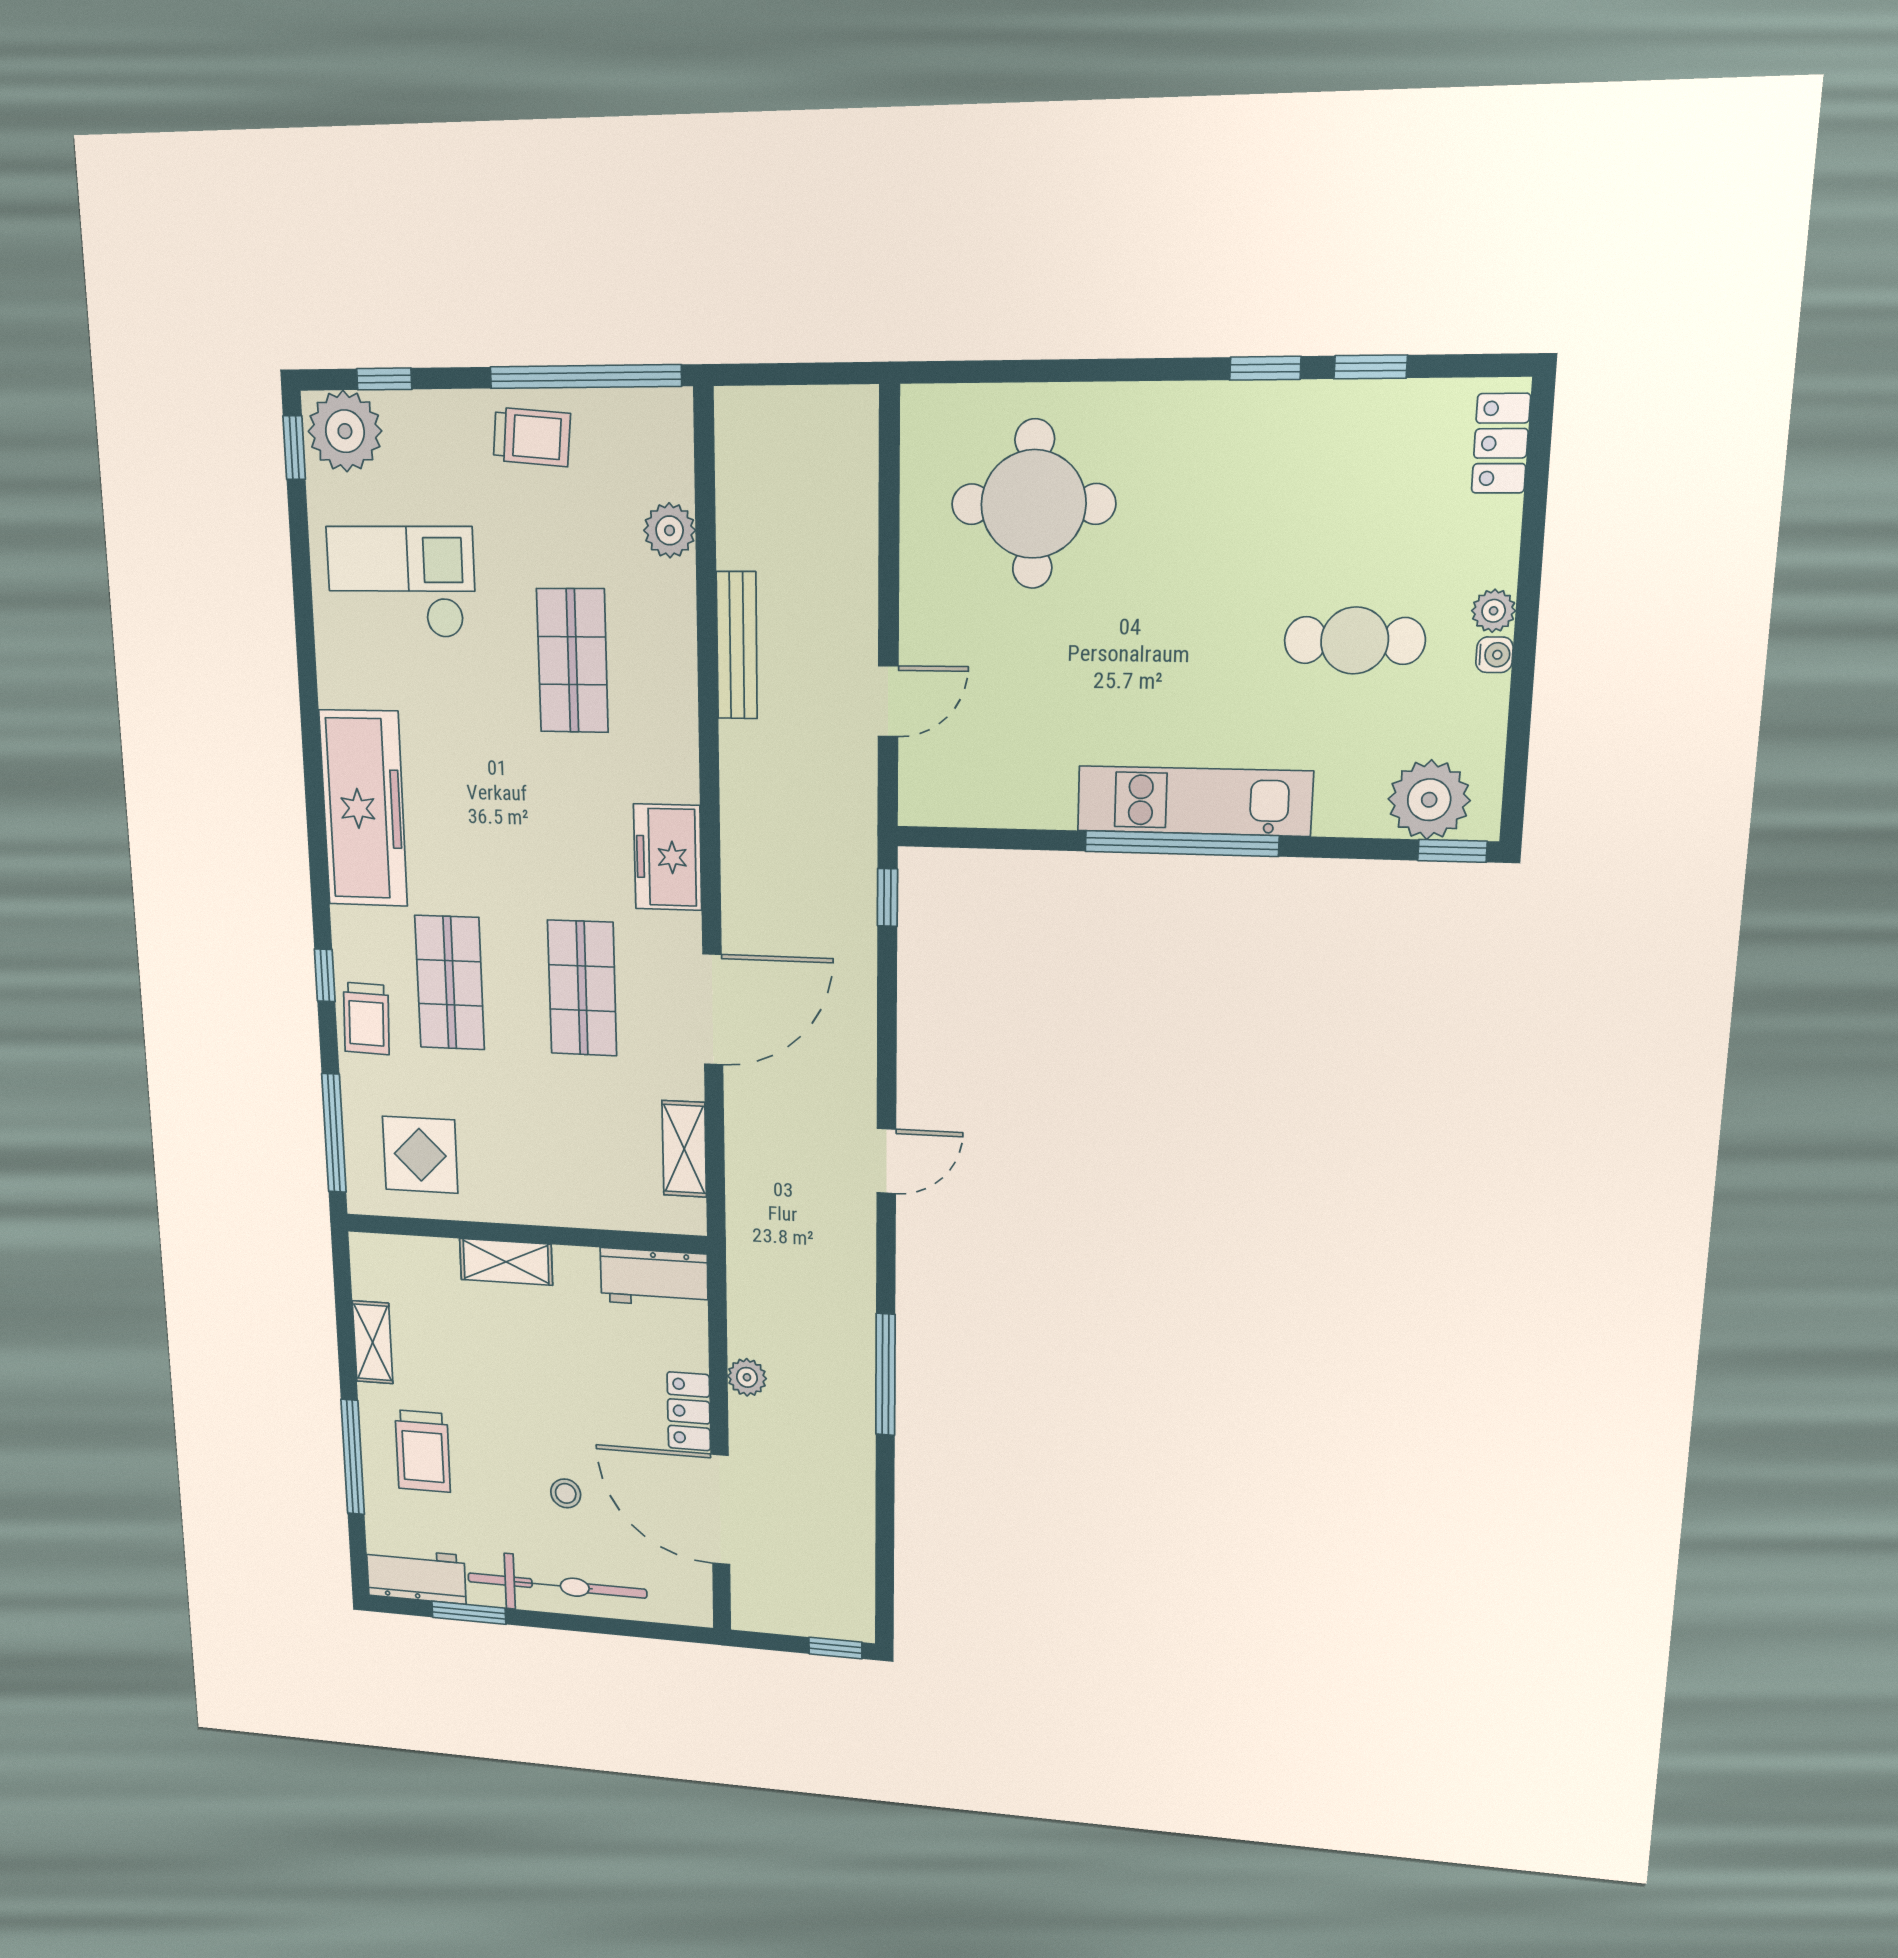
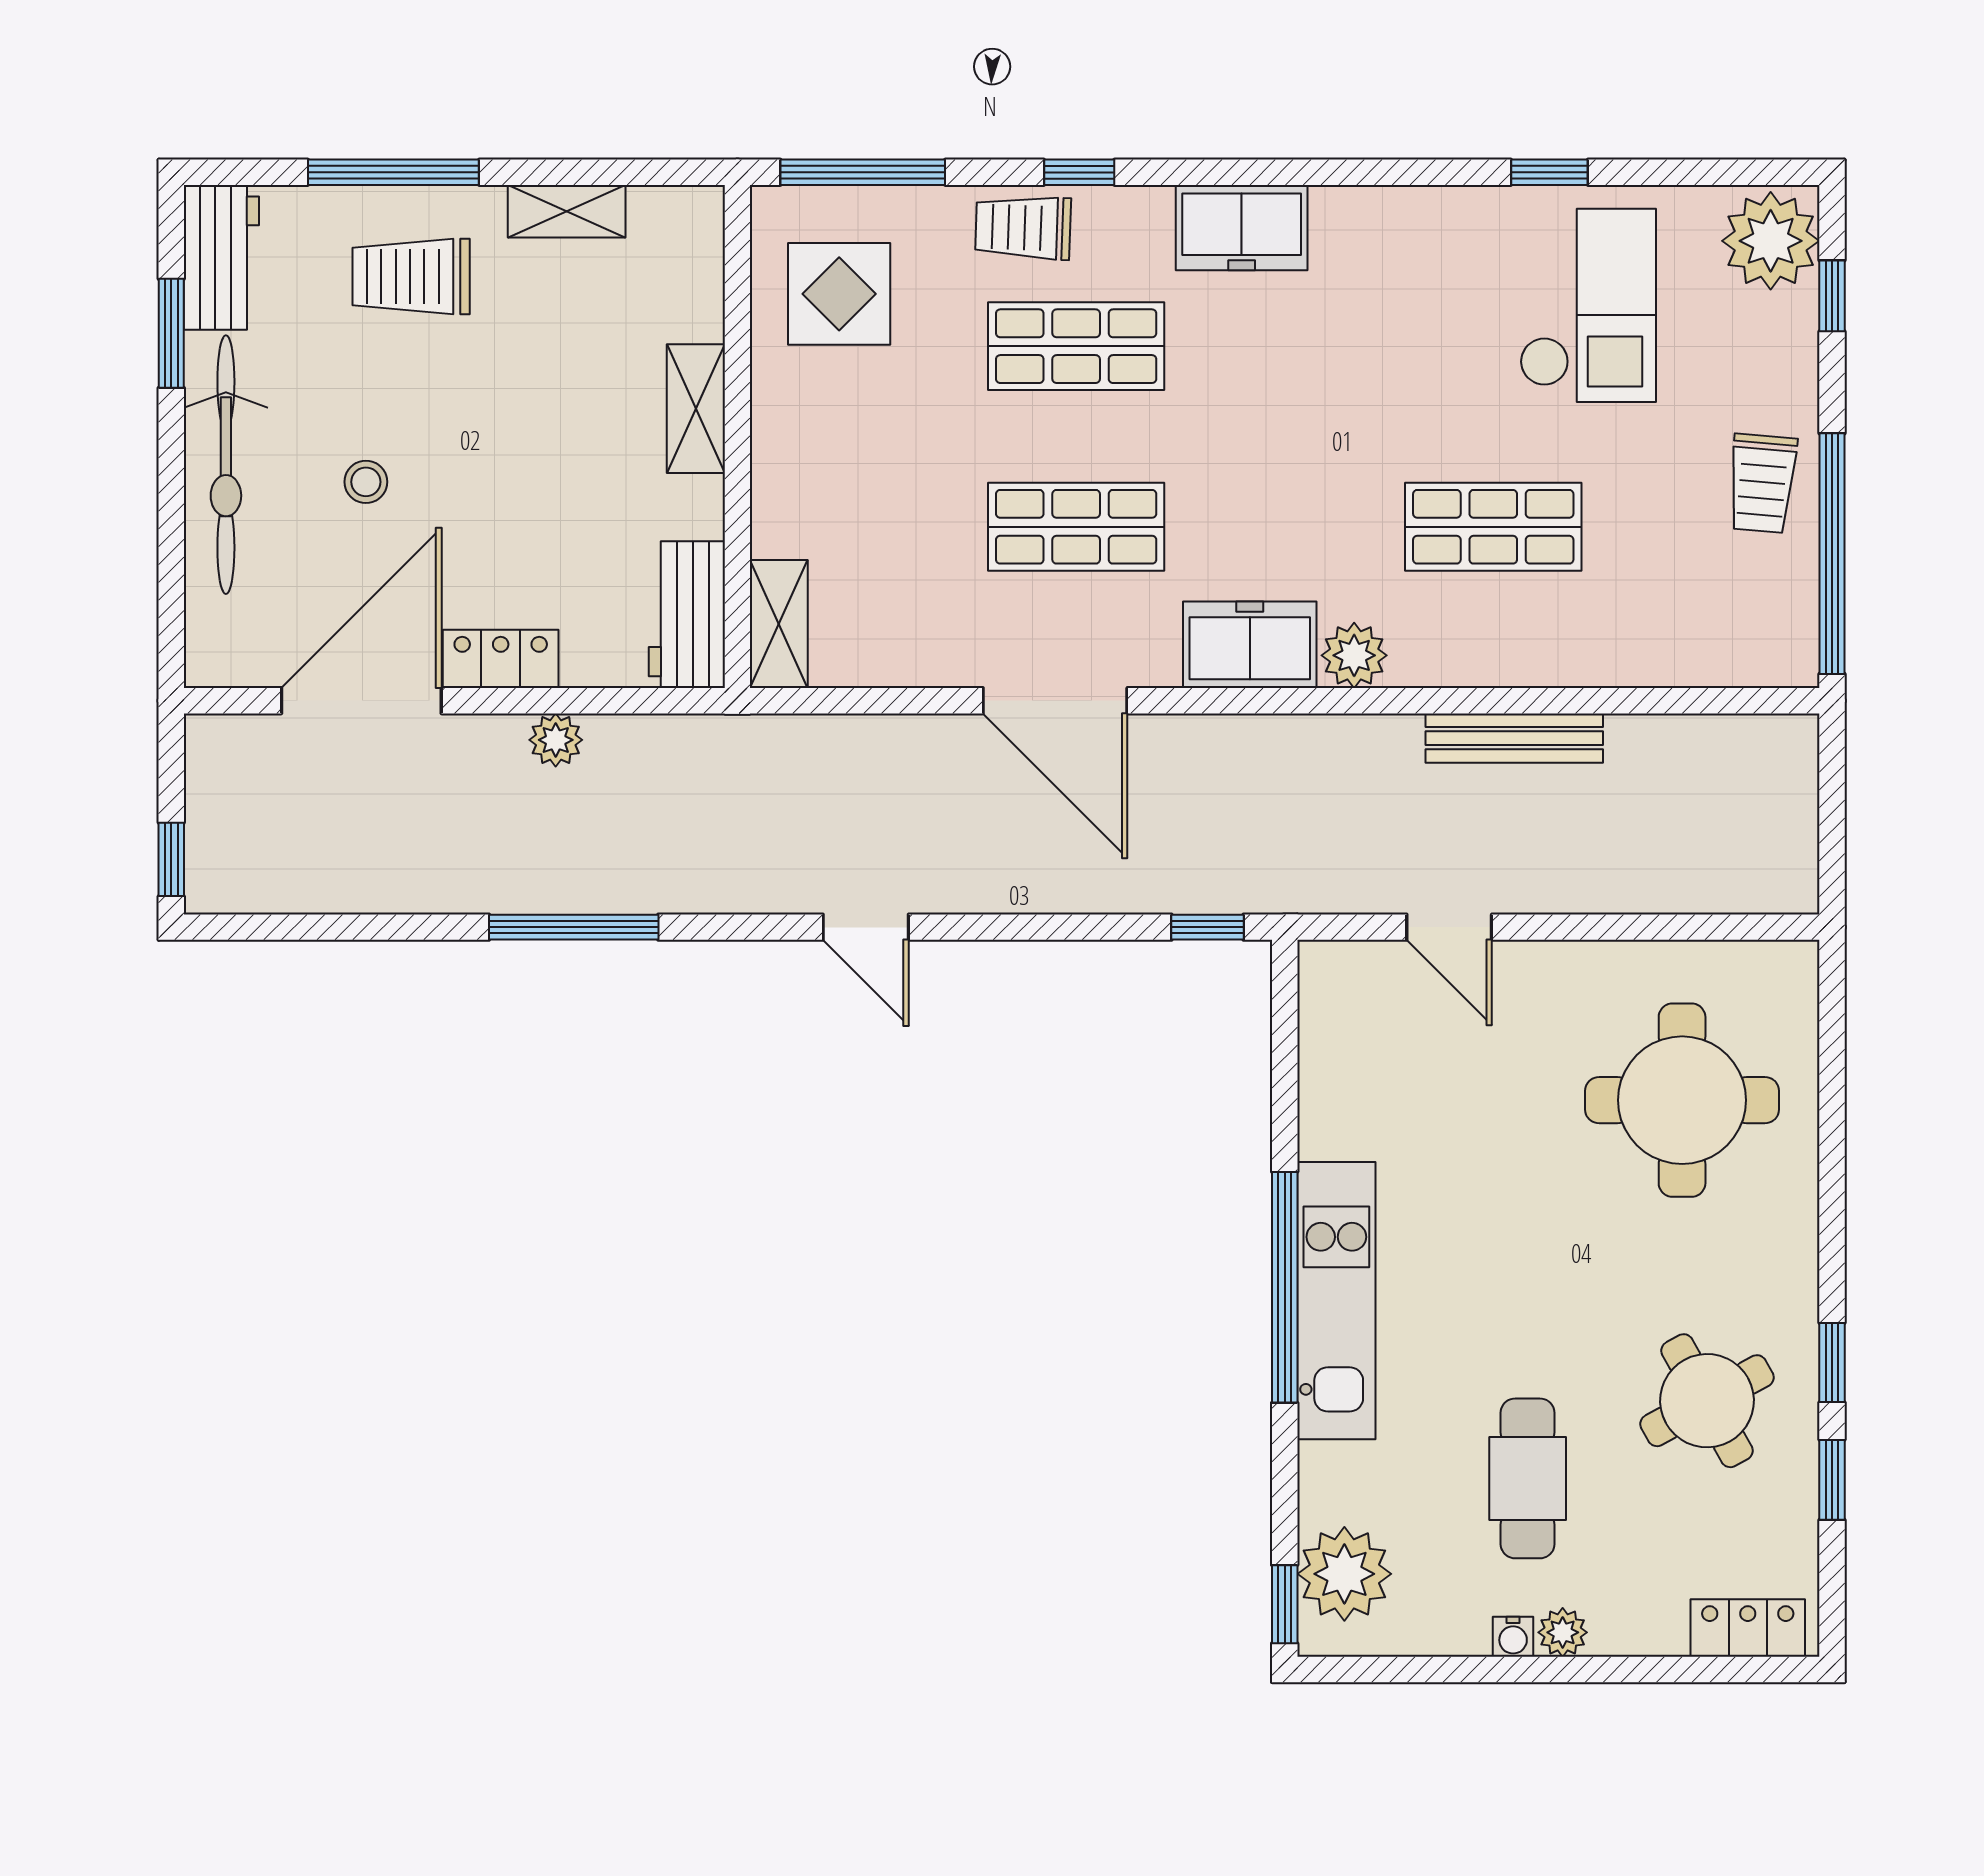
window: (294, 448) -> (1549, 172), moved
round table: (1294, 481) -> (1707, 1401), added
plant: (670, 530) -> (1354, 655), moved
freezer: (363, 809) -> (1242, 228), width x0.52, depth x0.79
shelving: (684, 1149) -> (779, 624), moved, turned 90

